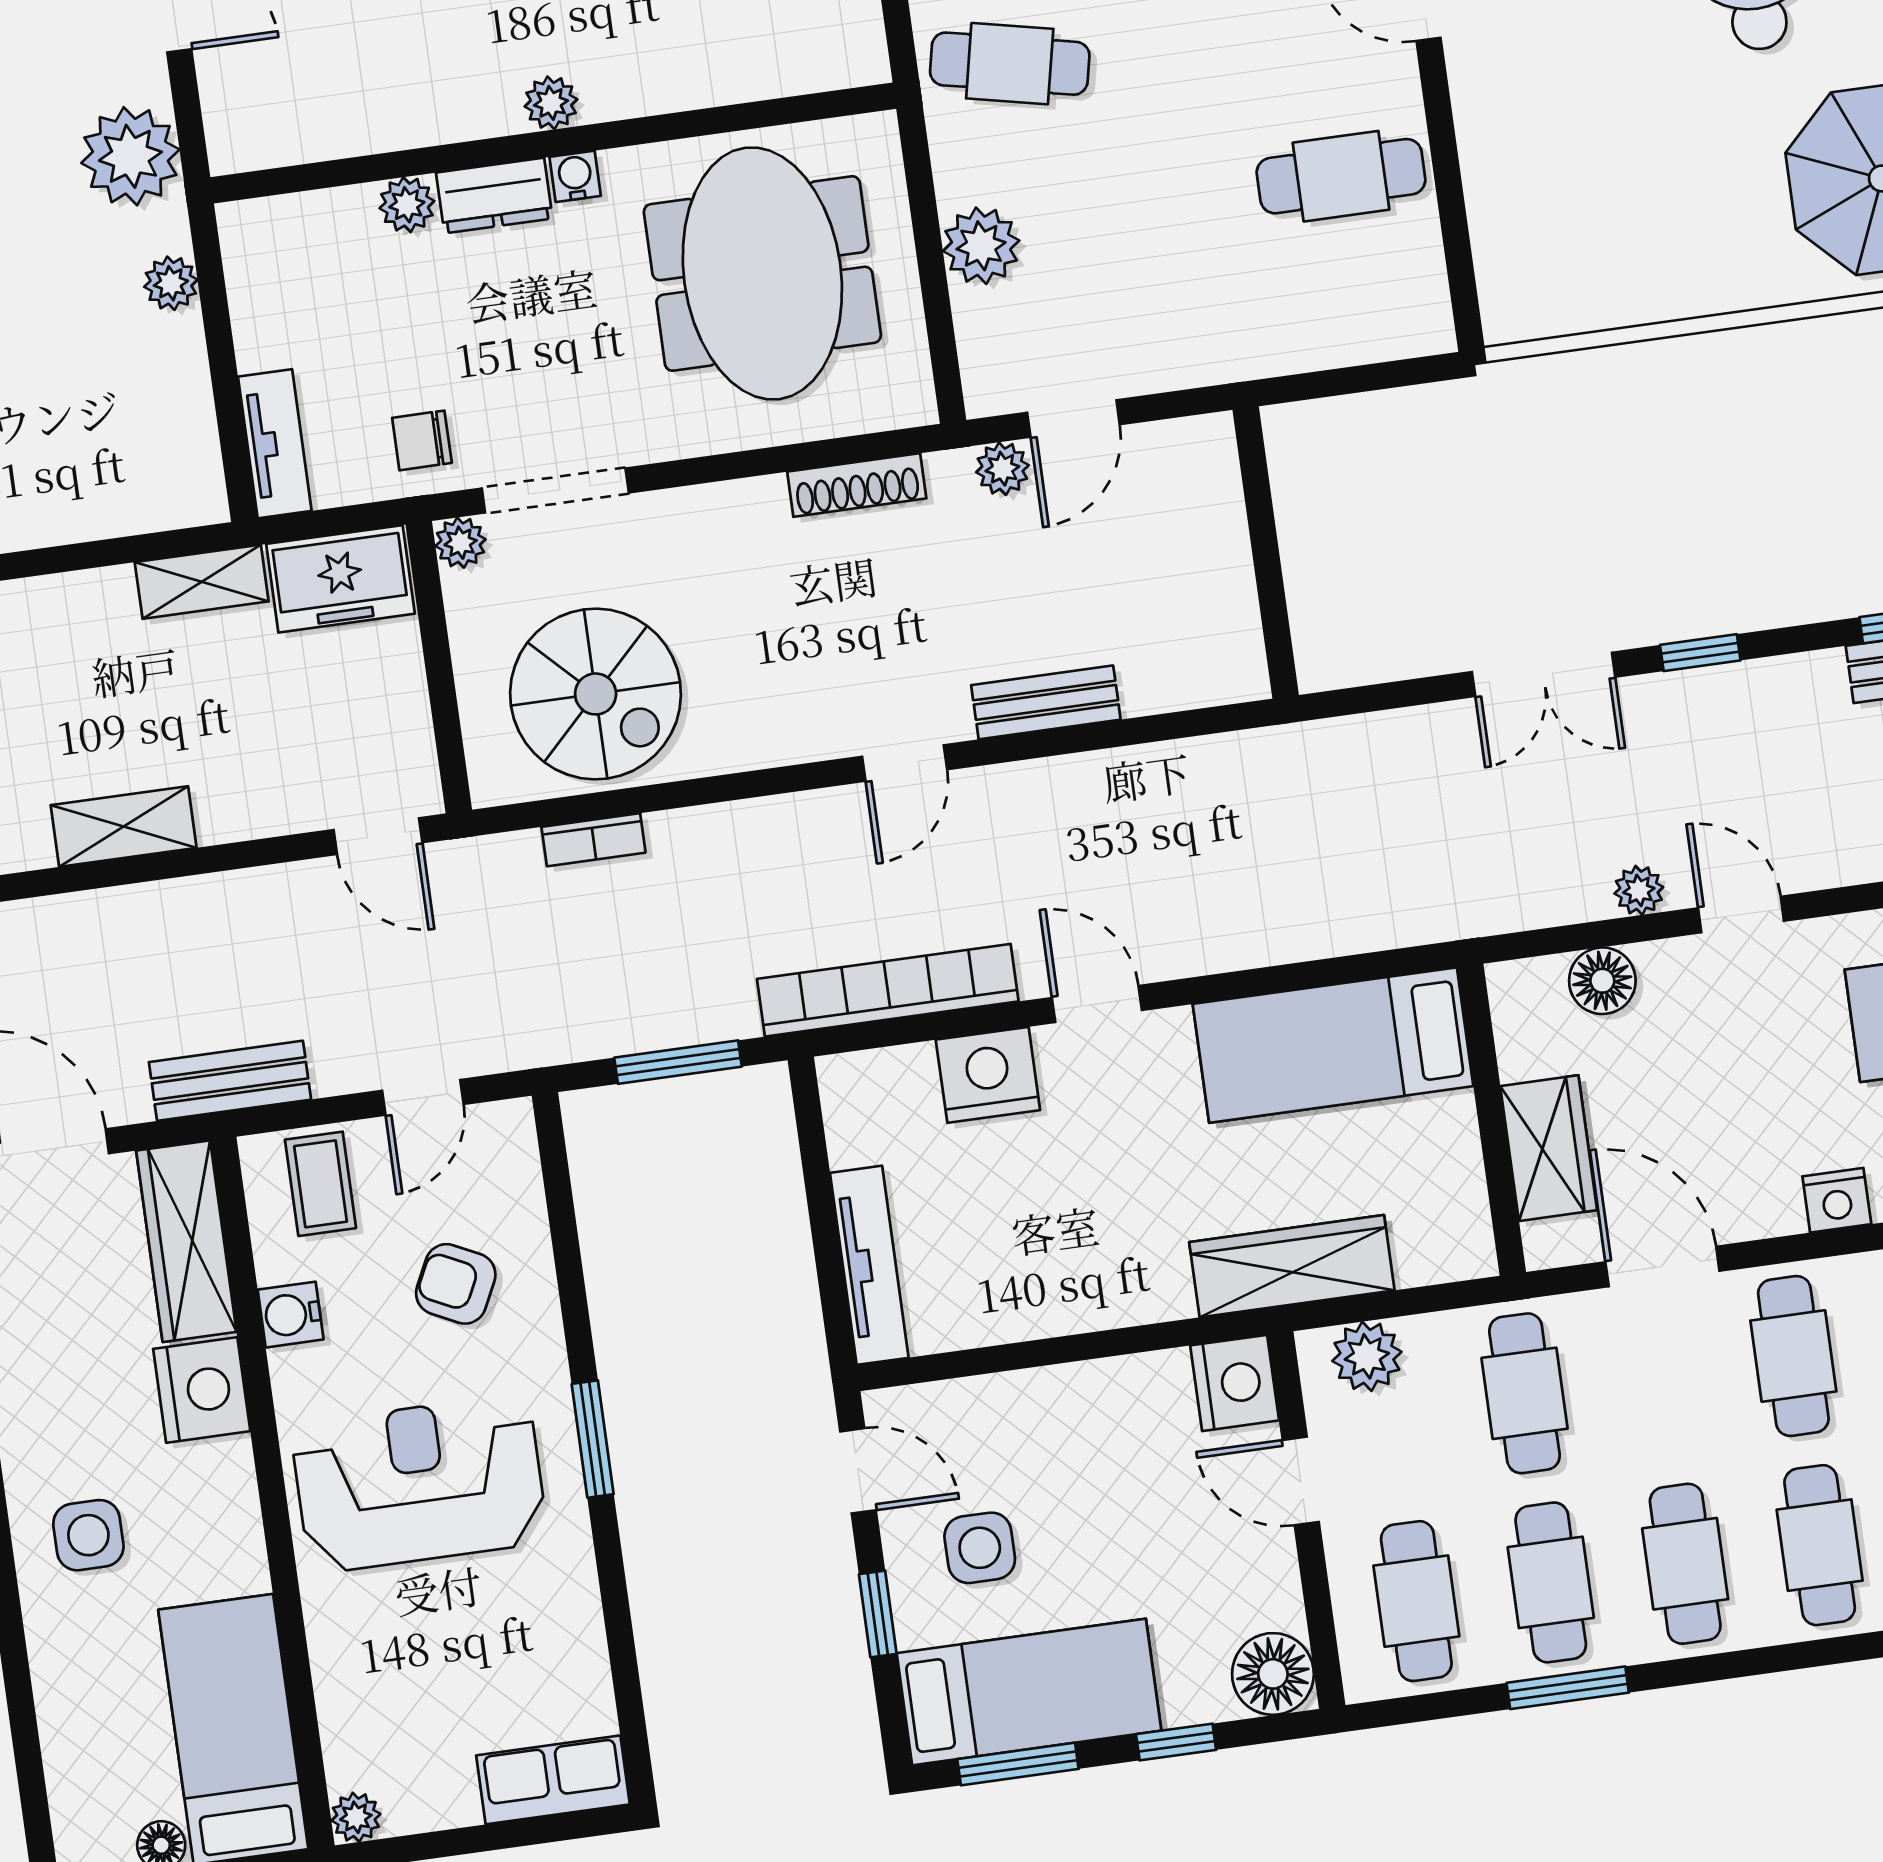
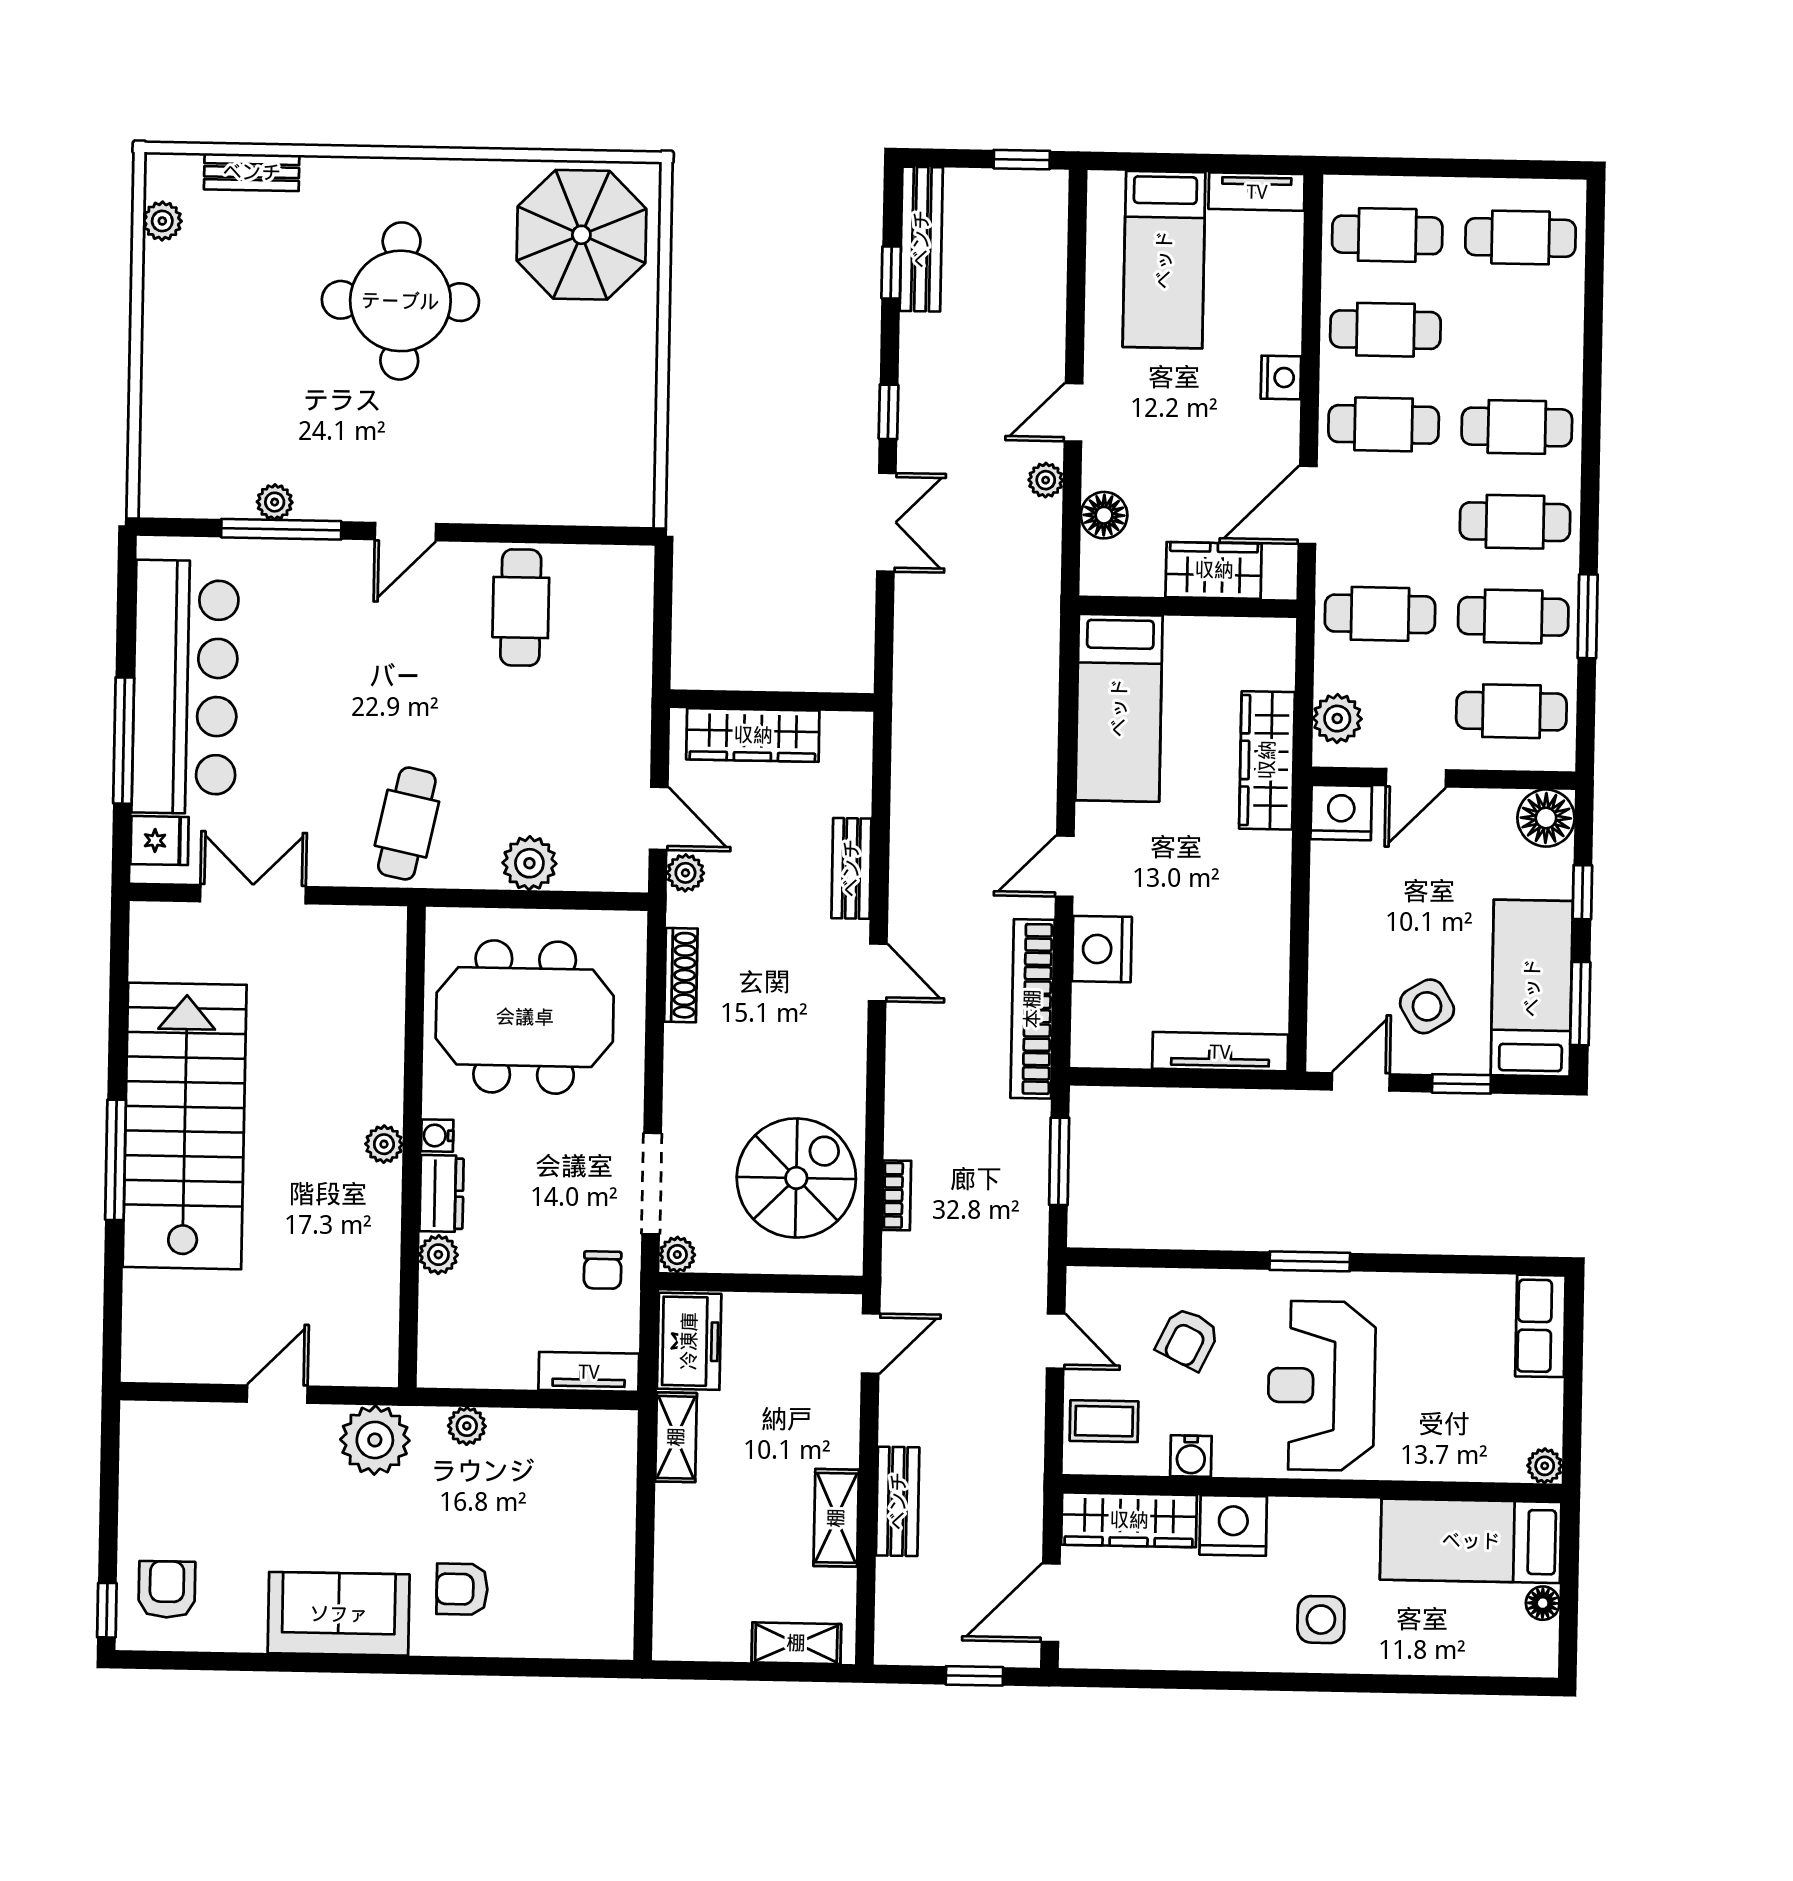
wardrobe: (1212, 533) -> (753, 735), added
bench: (230, 1081) -> (898, 1501), moved
side table: (980, 1548) -> (1427, 1006), turned -31

